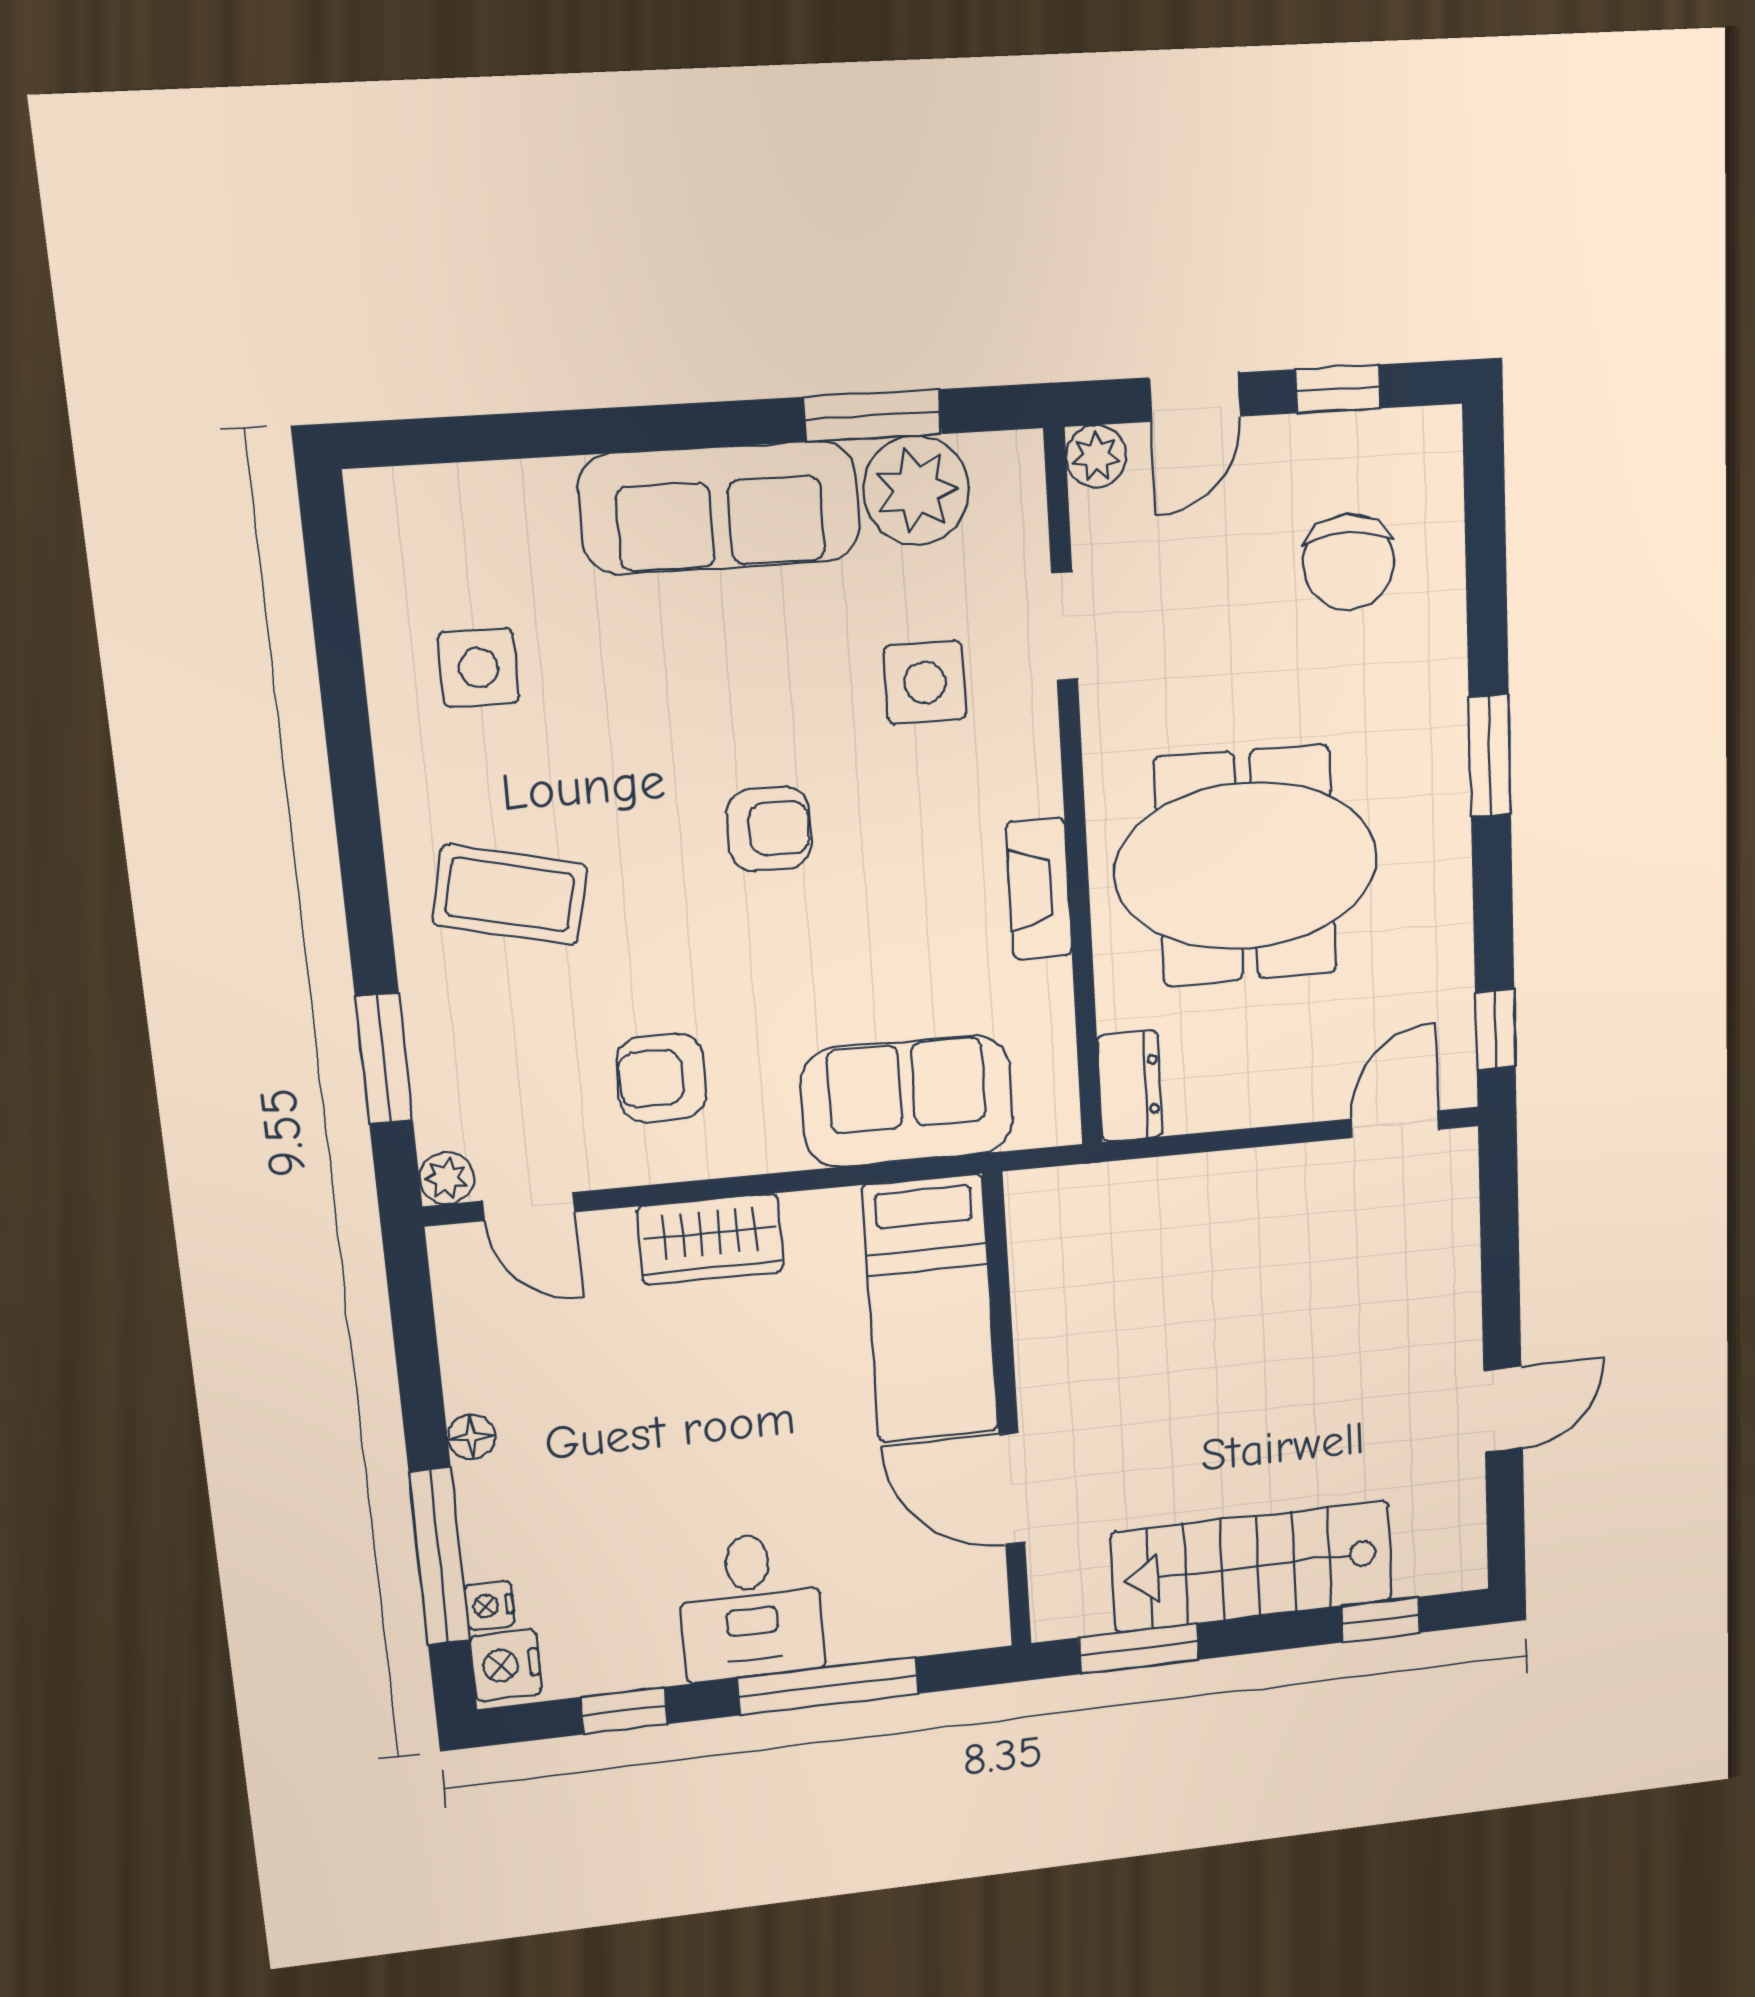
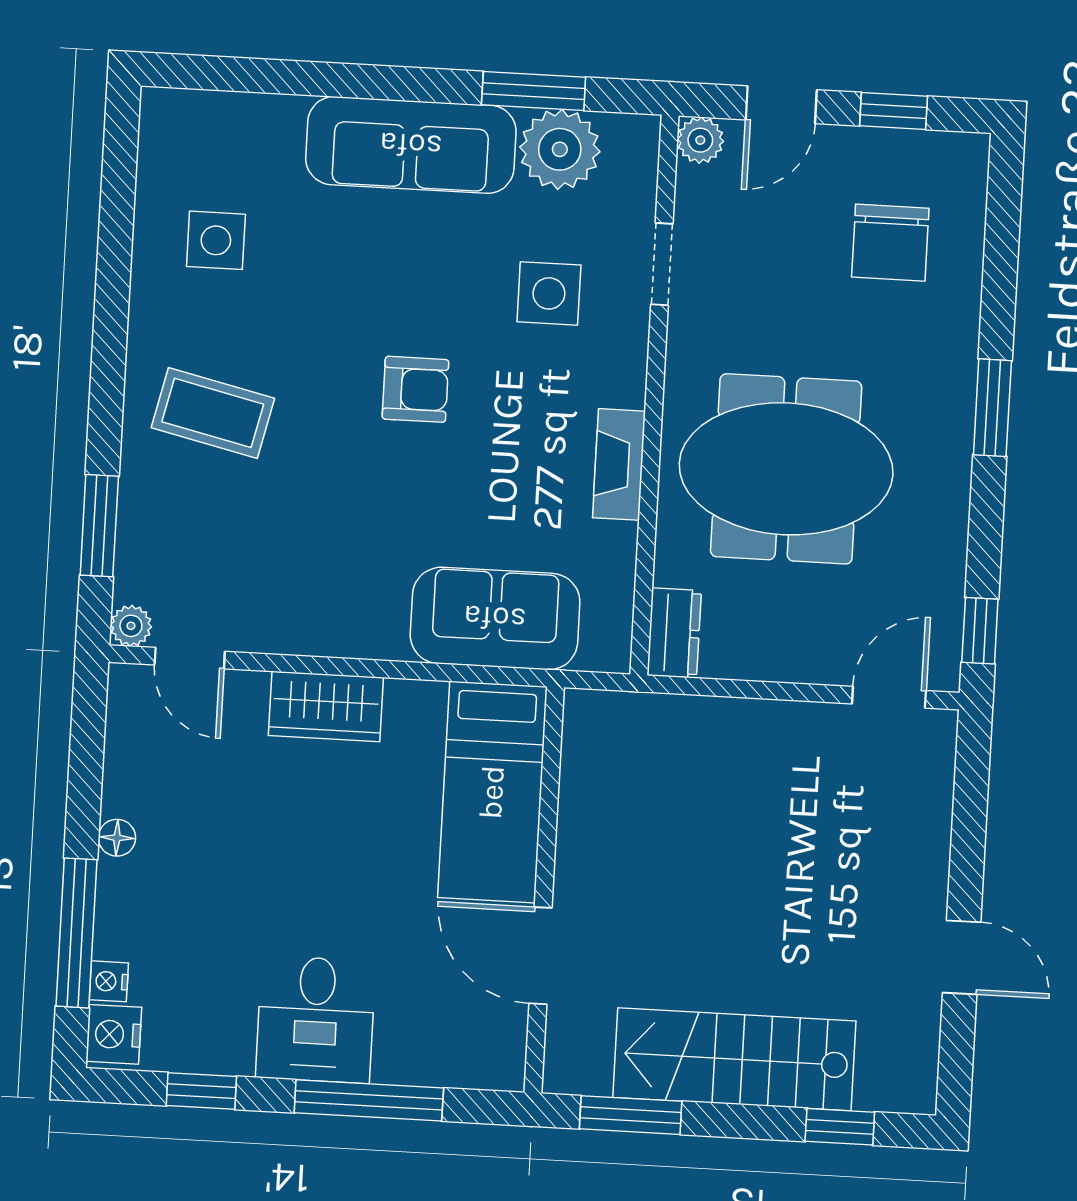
armchair: (661, 1078) -> (306, 571), removed
door: (1503, 1409) -> (962, 957), hinge flipped

